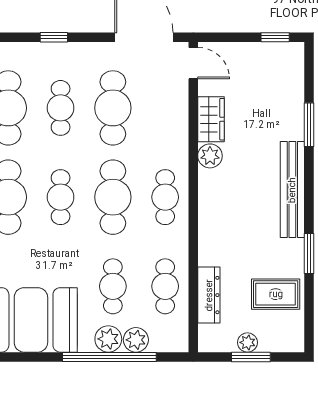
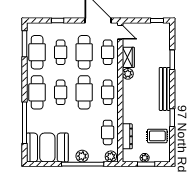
cafe table: (113, 286) -> (108, 52), moved
plant: (136, 340) -> (111, 156), moved

